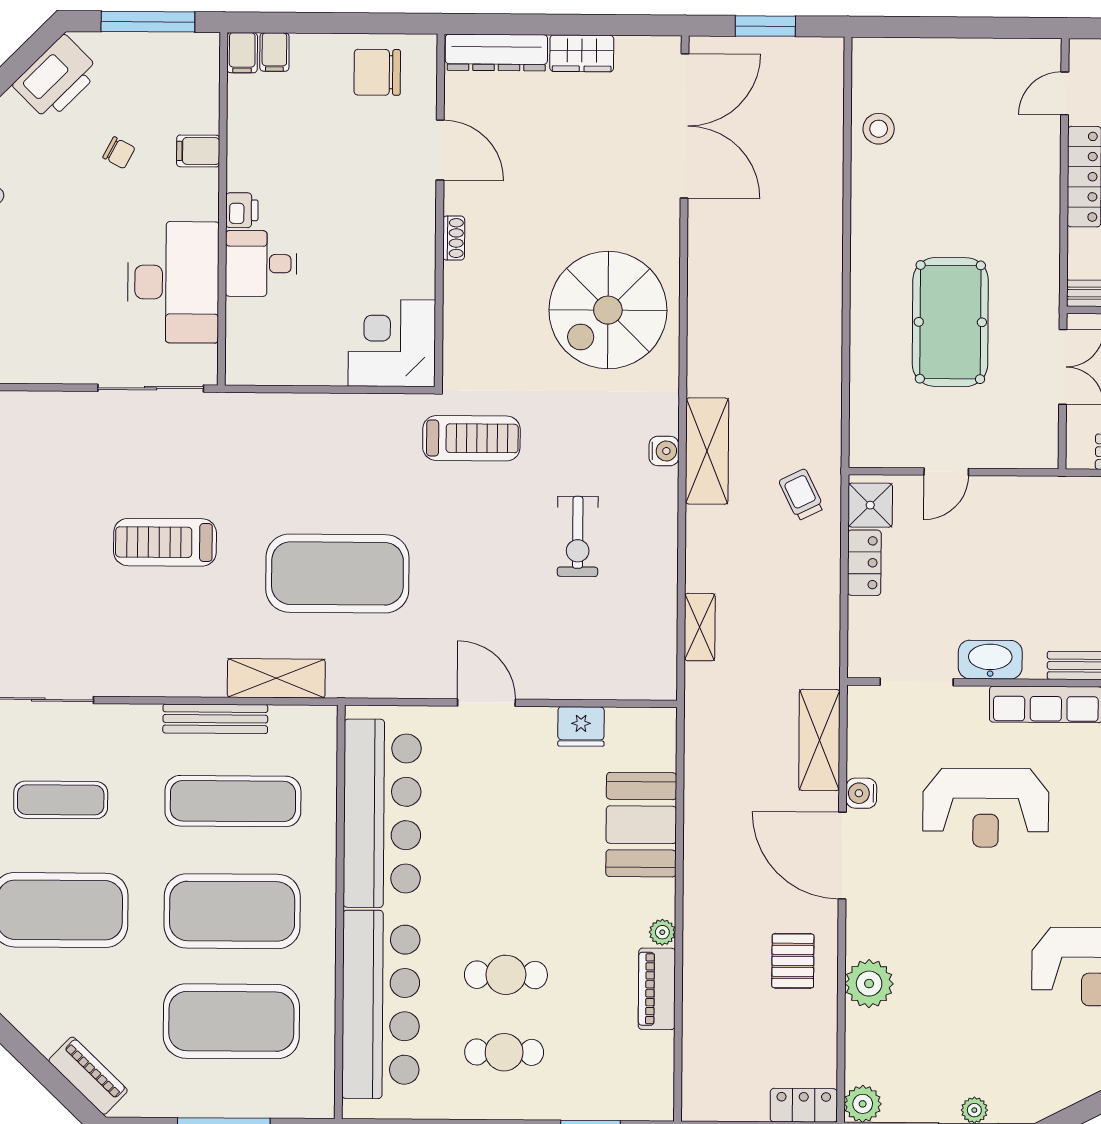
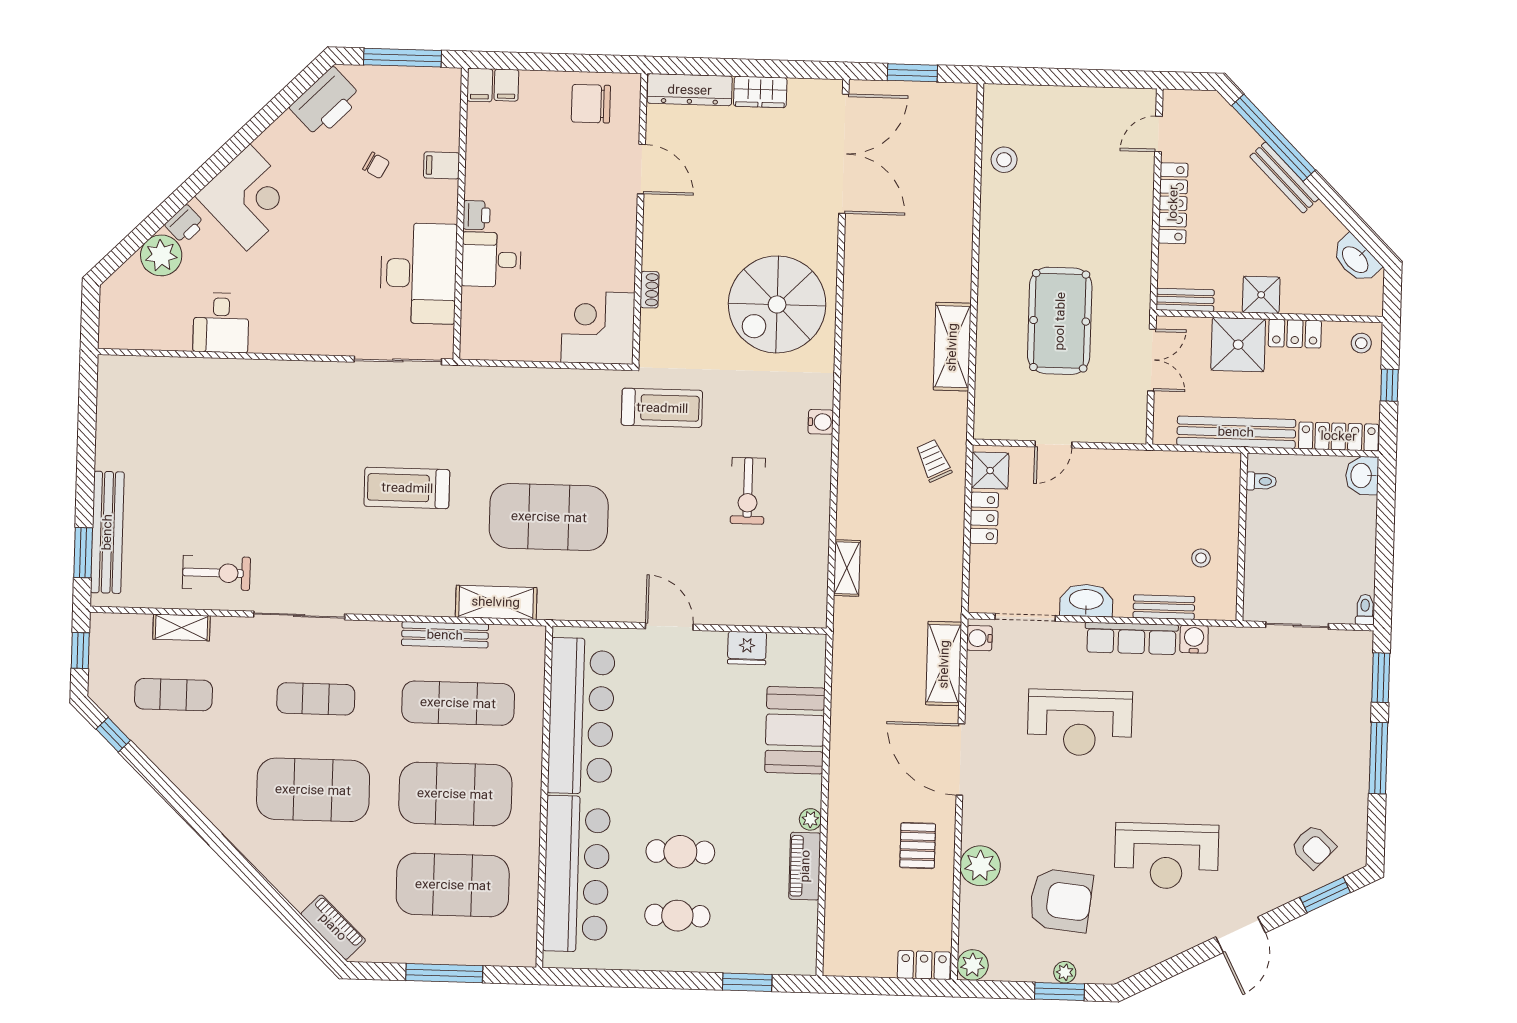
shoe rack: (454, 238) -> (650, 290), moved
shelving: (707, 451) -> (952, 347), moved
water cooler: (861, 793) -> (979, 638), moved
armchair: (967, 1023) -> (1061, 900), added

